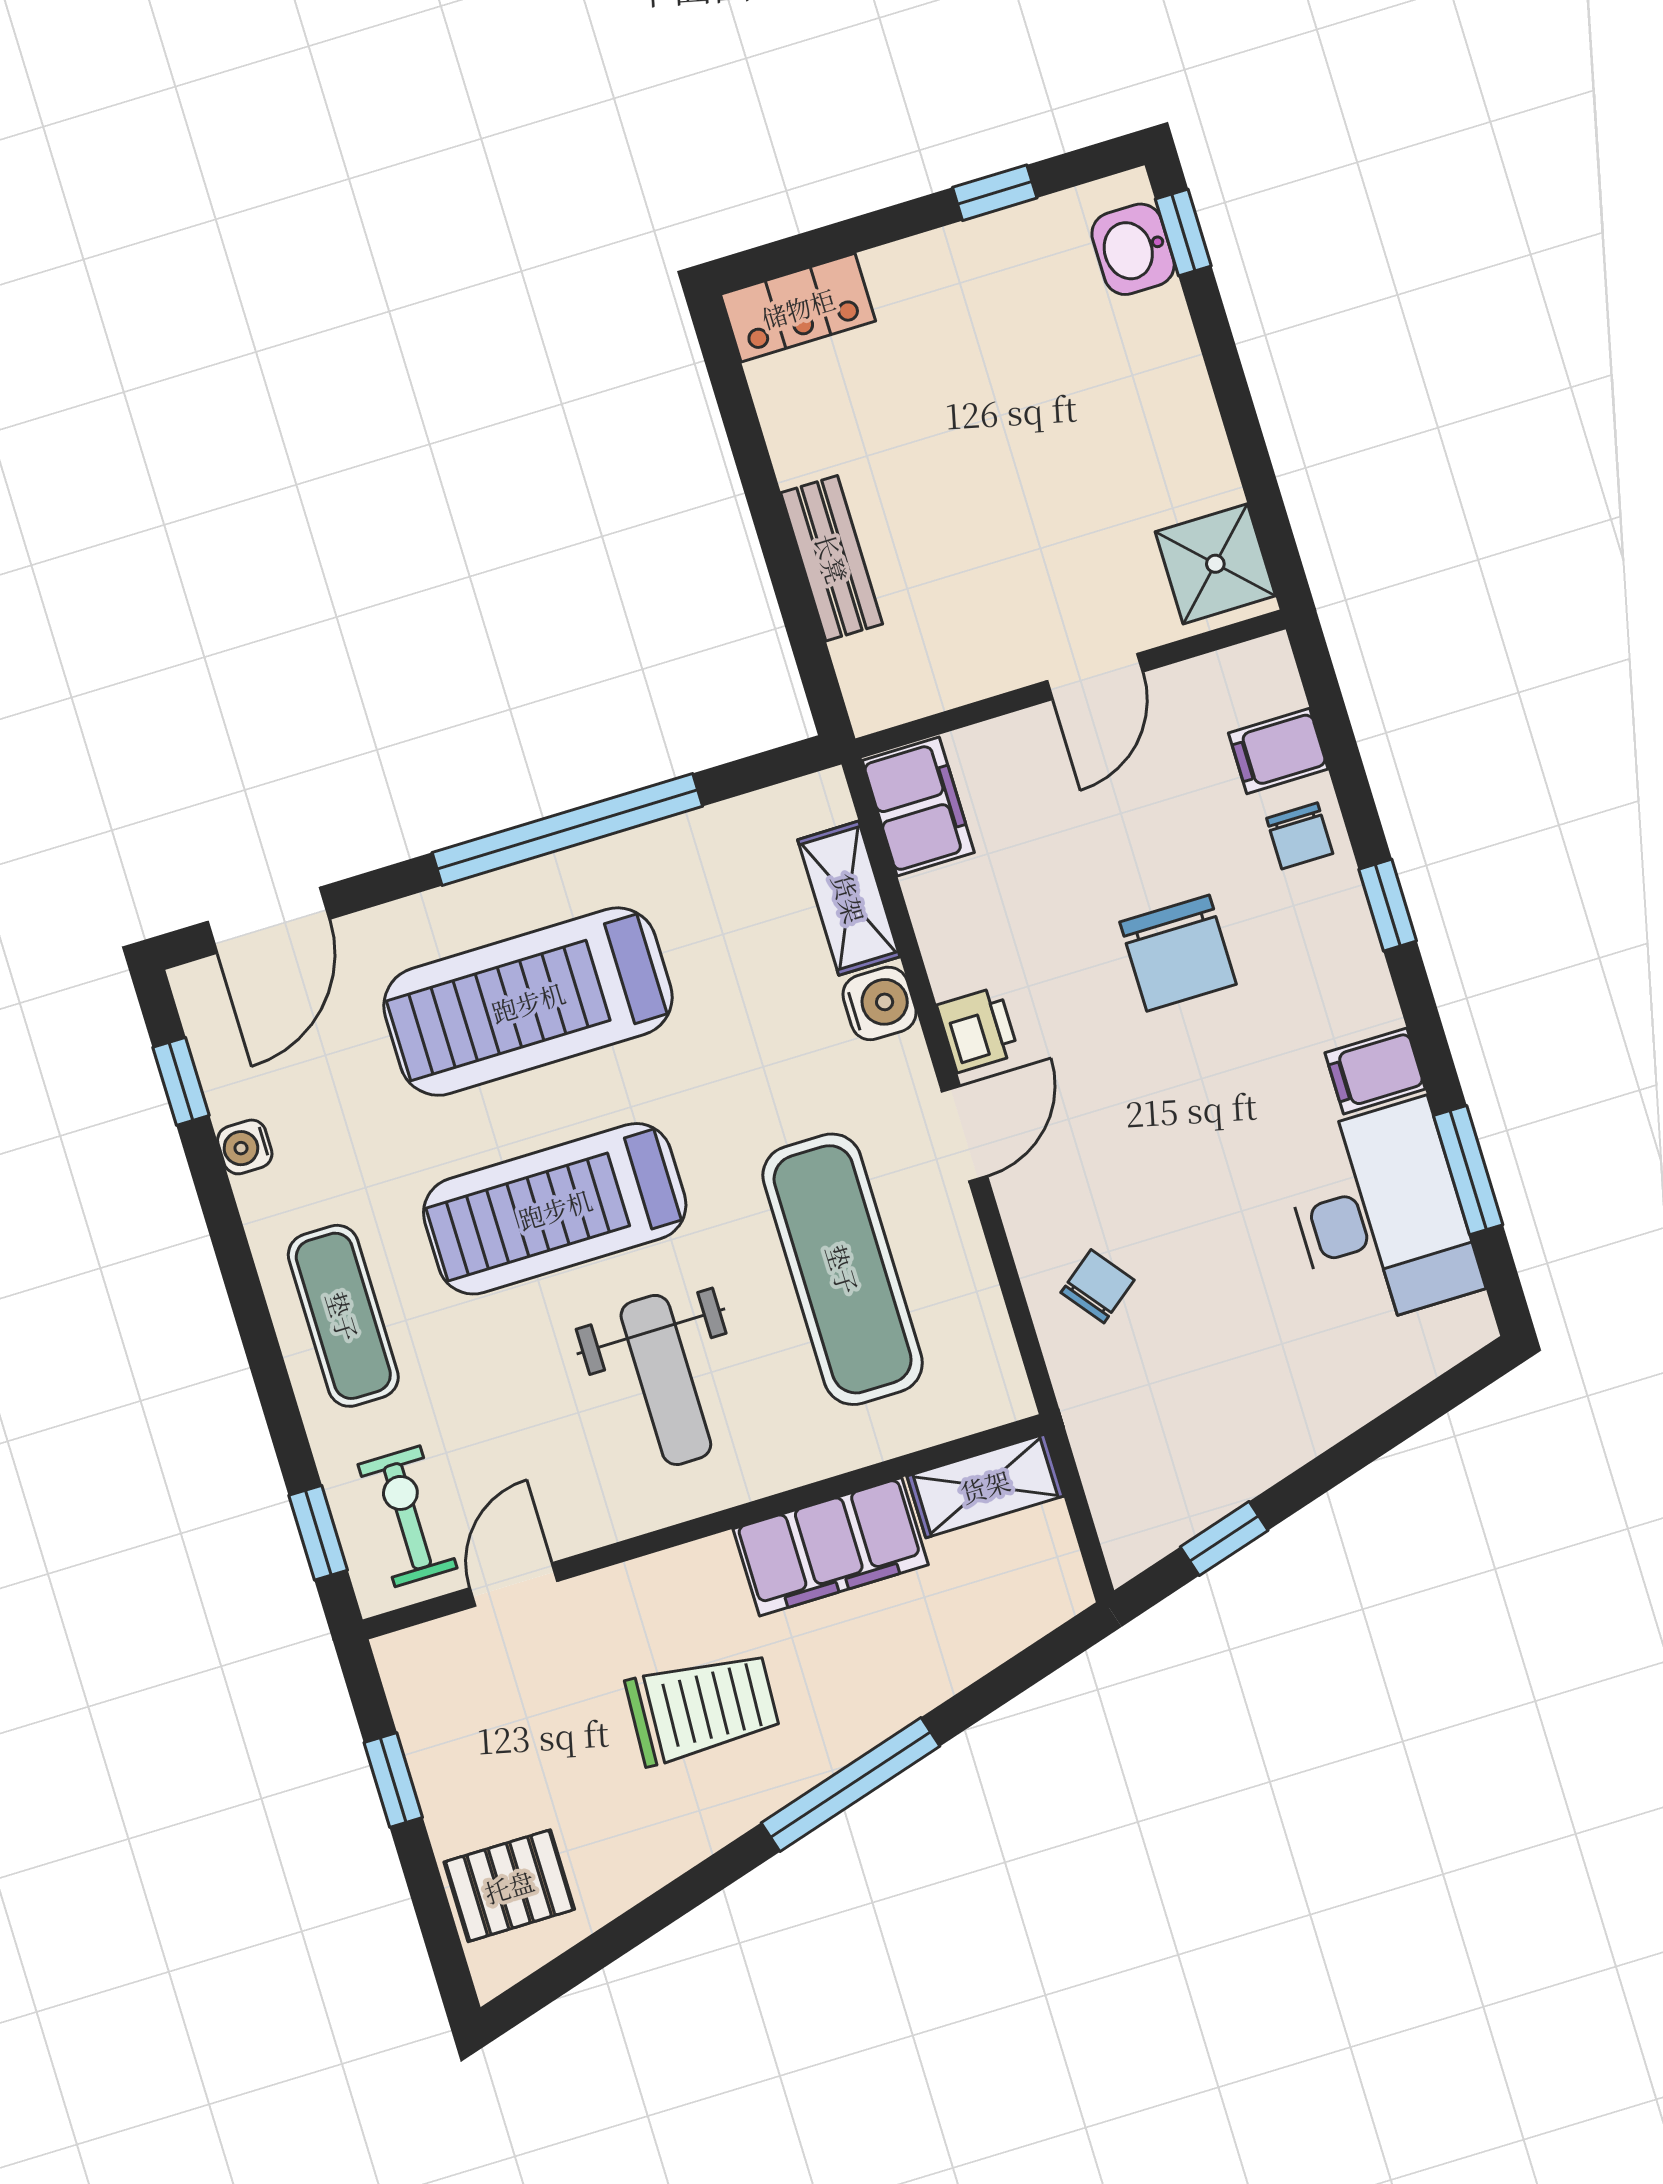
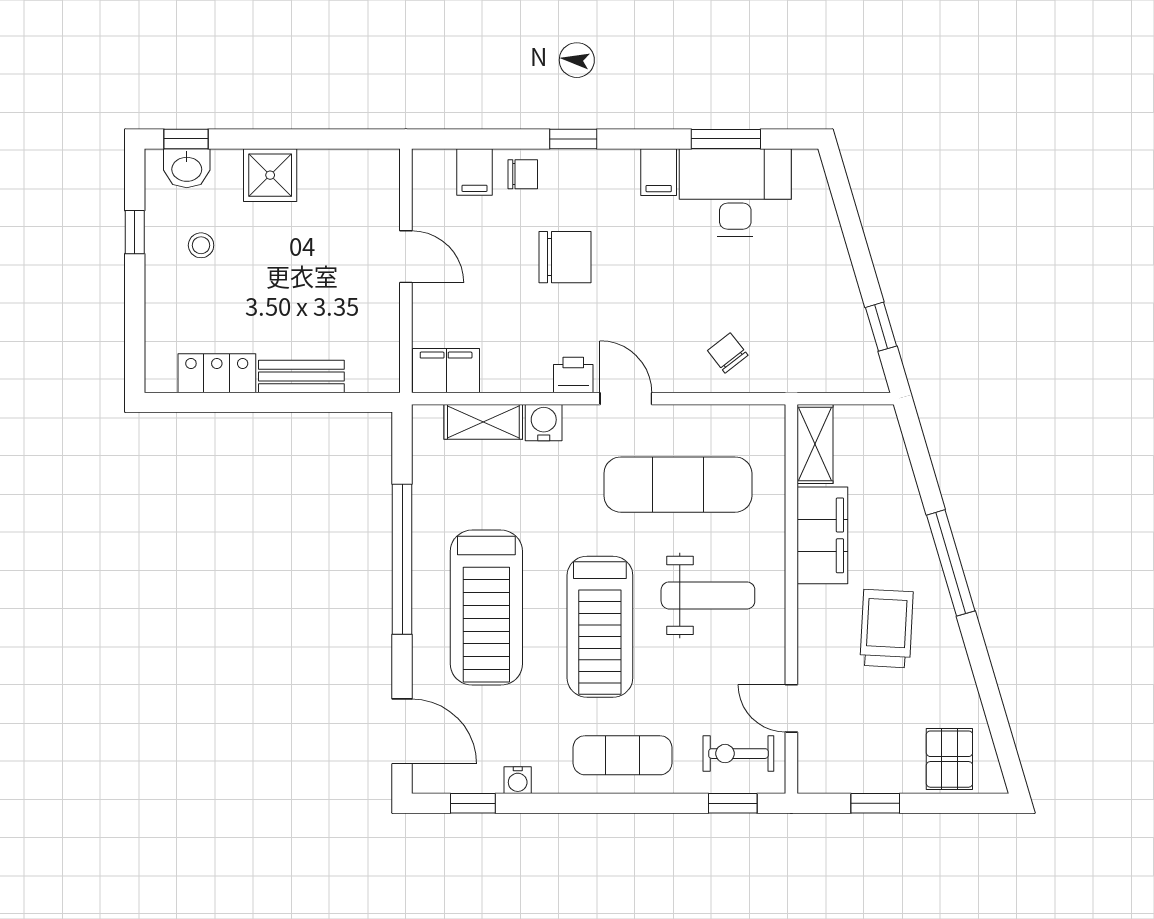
locker: (798, 308) -> (217, 373), moved, turned -90
stool: (1007, 315) -> (201, 245), added
shower: (1215, 564) -> (270, 175), moved

